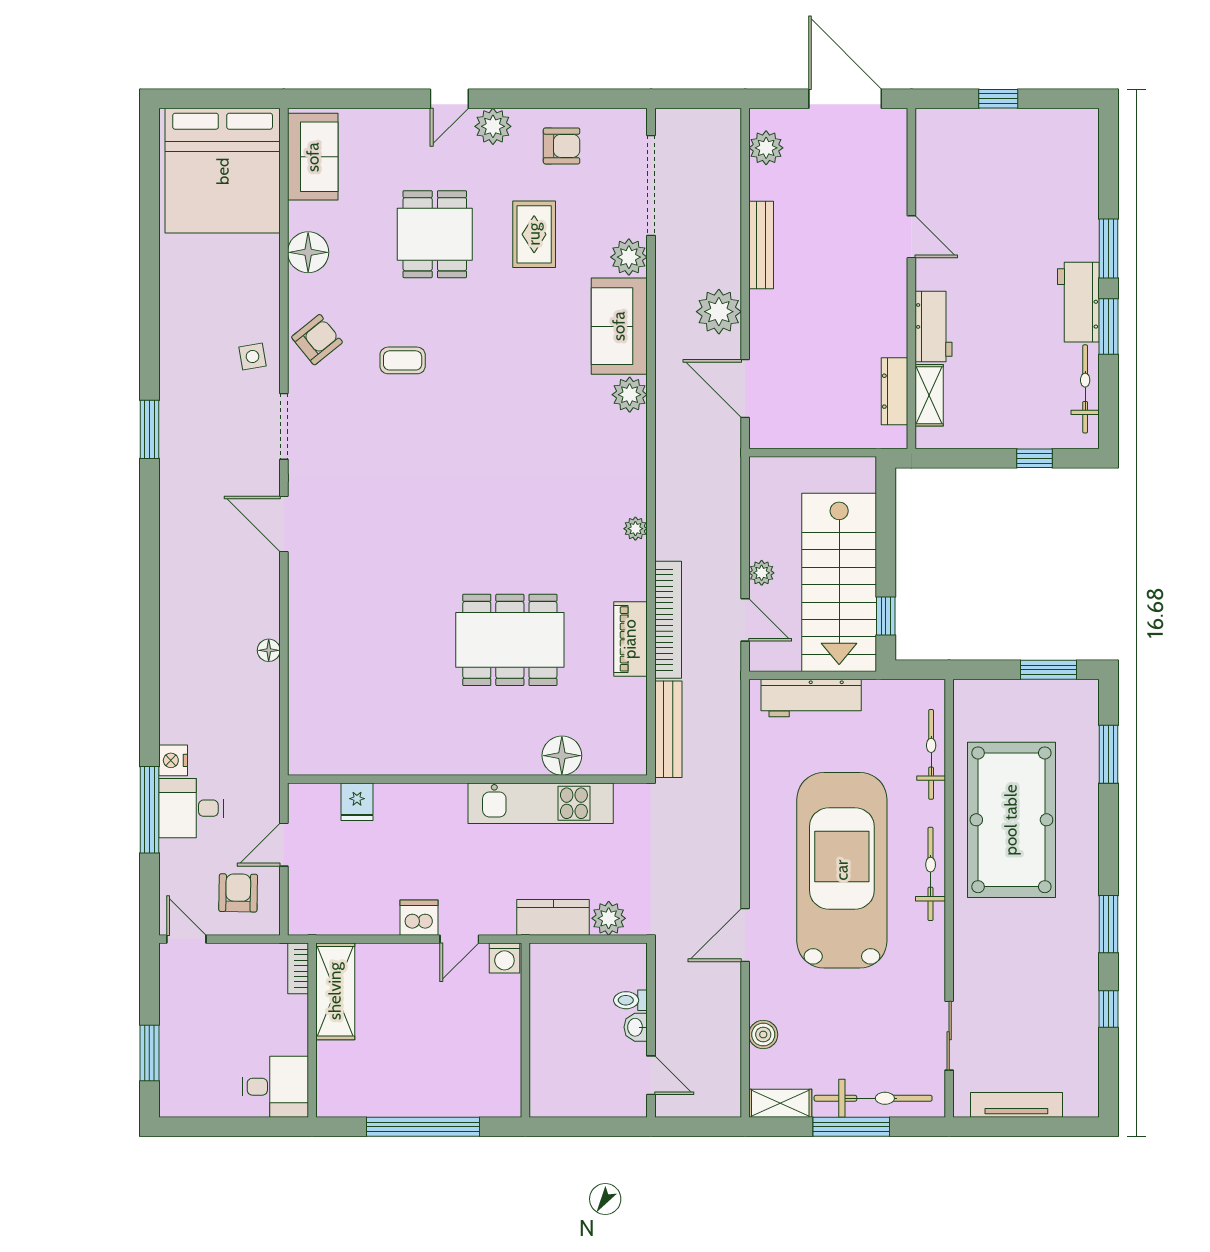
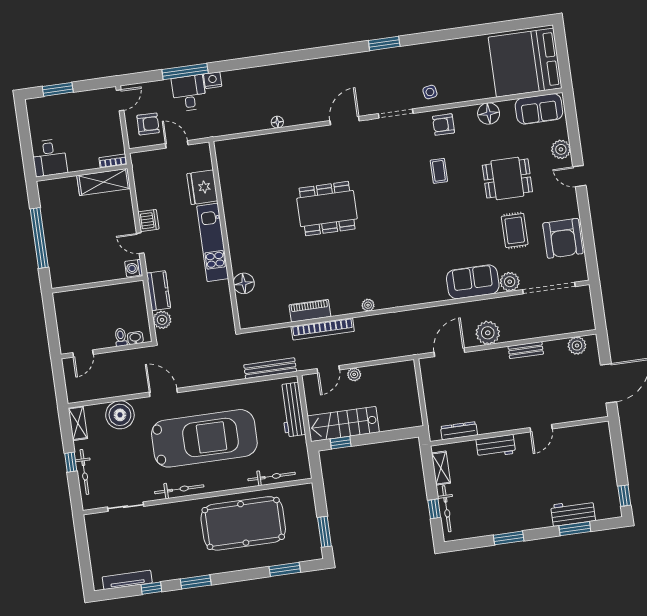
window: (998, 99) -> (624, 496), moved
plant: (493, 126) -> (561, 149), moved
armchair: (562, 146) -> (563, 238), width x1.88, depth x1.88
rug: (534, 234) -> (515, 230), turned 90
bench: (761, 245) -> (526, 350), width x0.73
window: (1109, 248) -> (575, 529), moved
workbench: (1078, 302) -> (573, 513), moved
armchair: (317, 340) -> (443, 125), turned 129
bicycle: (1085, 389) -> (447, 509), moved, turned 90
plant: (630, 395) -> (438, 292), removed
shelving: (929, 395) -> (441, 468), moved, turned 90
stairs: (839, 582) -> (343, 424), width x0.73, depth x0.66
dining table: (510, 640) -> (327, 209), moved, turned 90
bench: (668, 729) -> (270, 368), moved
fridge: (357, 802) -> (202, 187), width x1.88, depth x1.34
kitchen unit: (541, 803) -> (213, 242), moved
bicycle: (931, 874) -> (179, 489), moved
washbasin: (636, 1027) -> (135, 338), moved
boiler: (763, 1035) -> (120, 415), width x1.86, depth x1.86
bicycle: (873, 1098) -> (84, 472), width x0.73, depth x0.71
tv unit: (1016, 1105) -> (127, 580), moved, turned -90
window: (851, 1127) -> (71, 462), width x0.46

